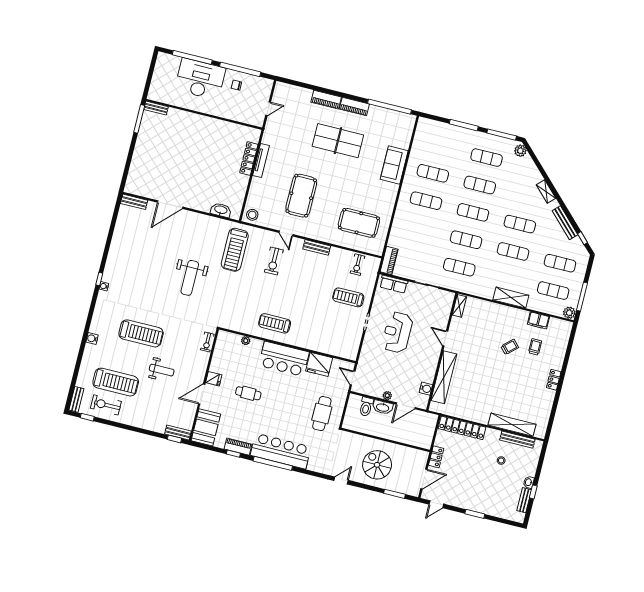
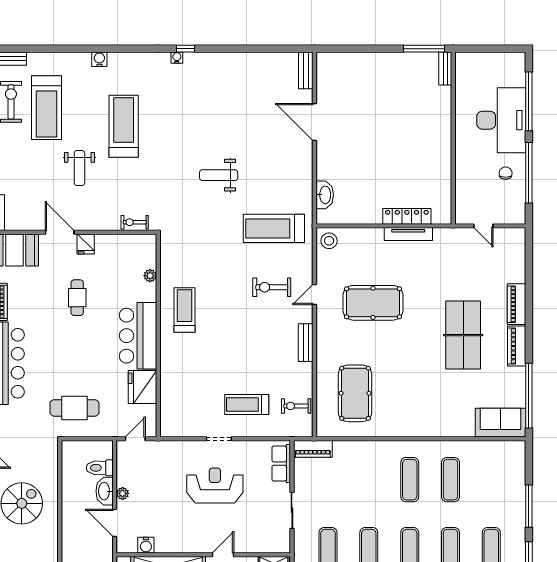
sofa: (394, 165) -> (501, 423), moved
weight bench: (190, 278) -> (219, 175), width x0.73, depth x0.75
treadmill: (348, 297) -> (247, 404), turned -90
treadmill: (141, 333) -> (124, 126), turned 180

